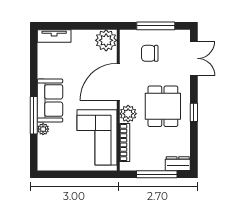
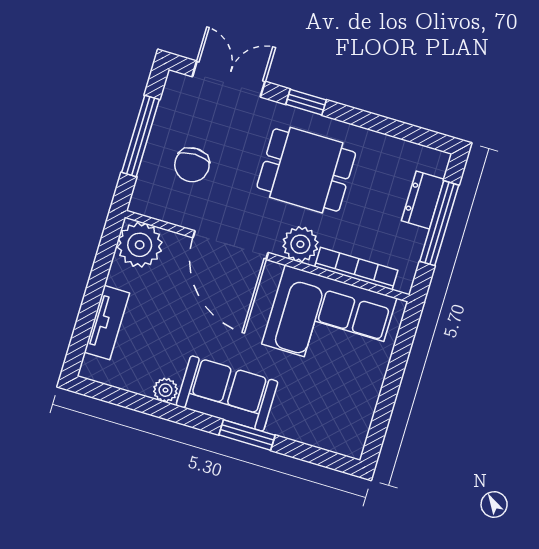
tv unit: (54, 36) -> (107, 323), moved
window: (194, 112) -> (306, 102), moved
window: (34, 115) -> (247, 435), width x0.69
plant: (43, 129) -> (165, 390), moved
dresser: (178, 164) -> (423, 200), moved

